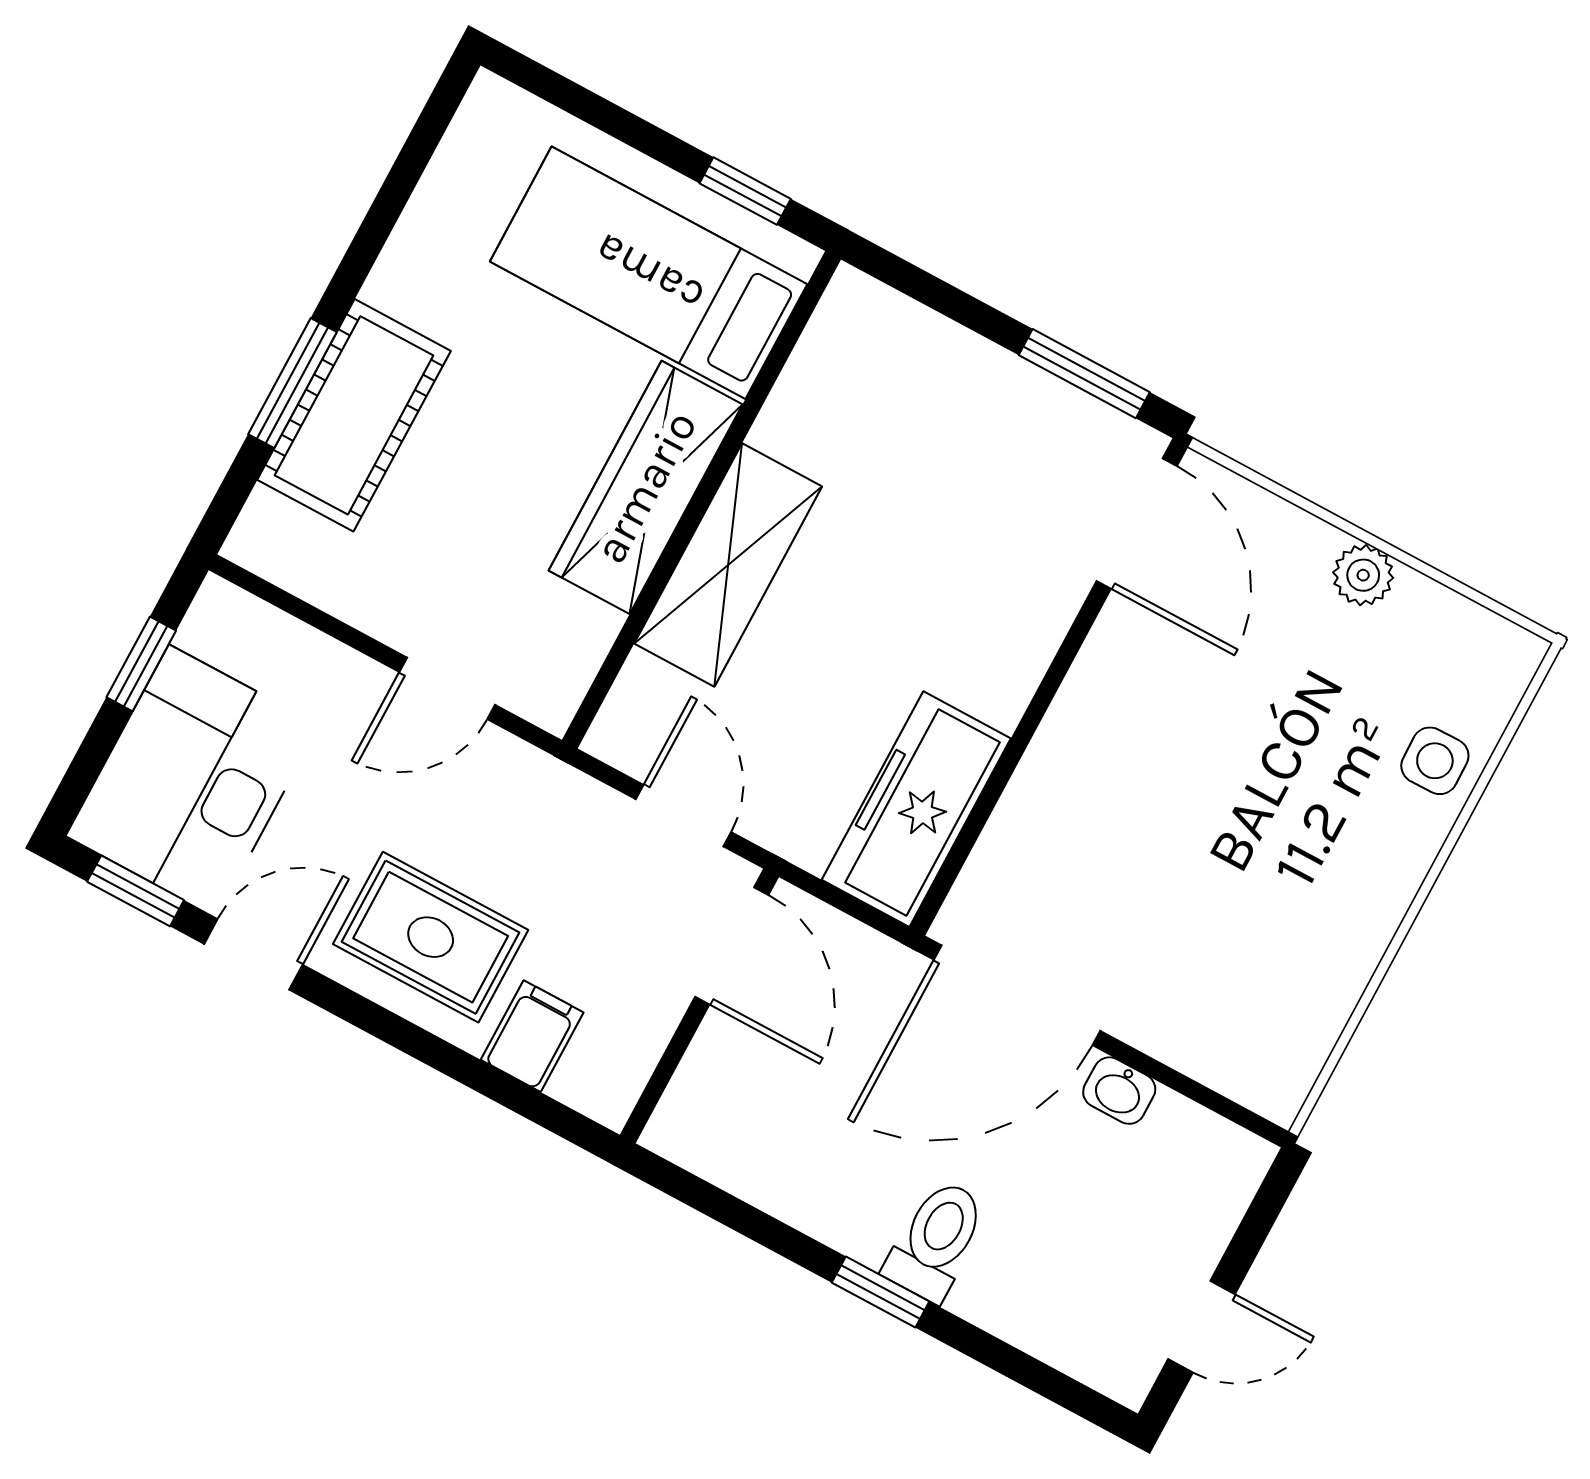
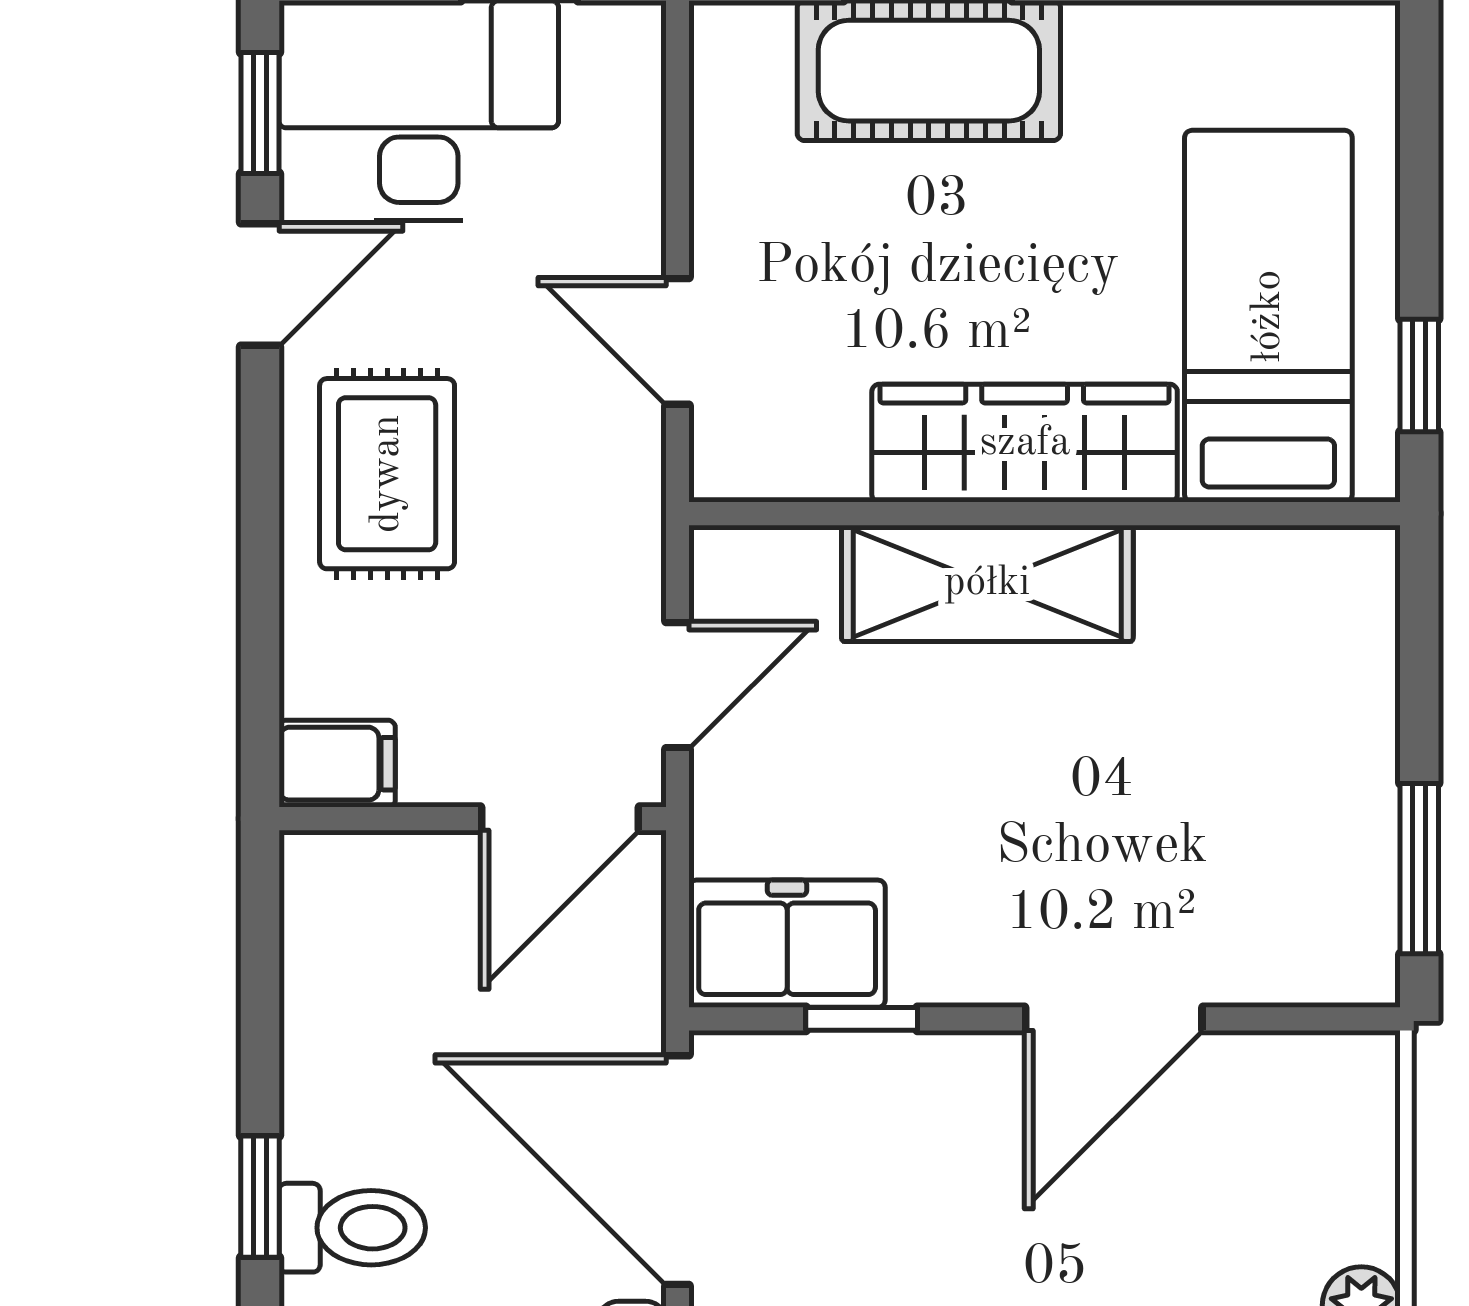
door: (1137, 524) -> (1114, 1019), moved
freezer: (916, 809) -> (787, 944), width x0.71
window: (981, 813) -> (862, 1019), added
door: (253, 954) -> (260, 284), hinge flipped
filing cabinet: (532, 1036) -> (337, 764), moved

